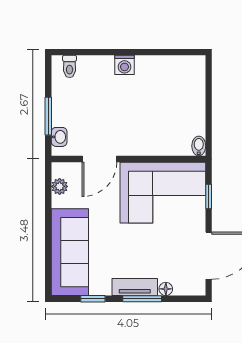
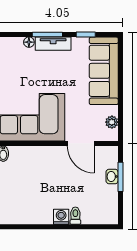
toilet: (70, 66) -> (75, 216), moved
washbasin: (59, 137) -> (112, 176), moved
door: (99, 159) -> (81, 143), swing flipped

